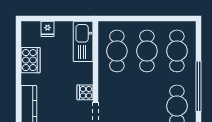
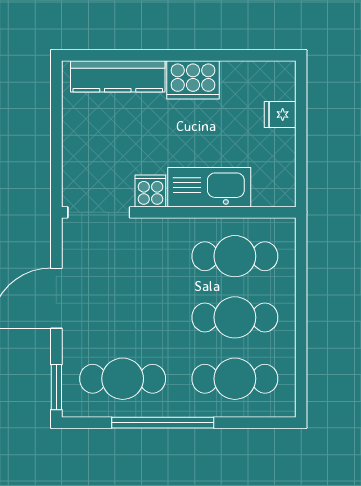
kitchen sink: (83, 41) -> (209, 187), moved
cooker: (31, 60) -> (193, 80), moved

